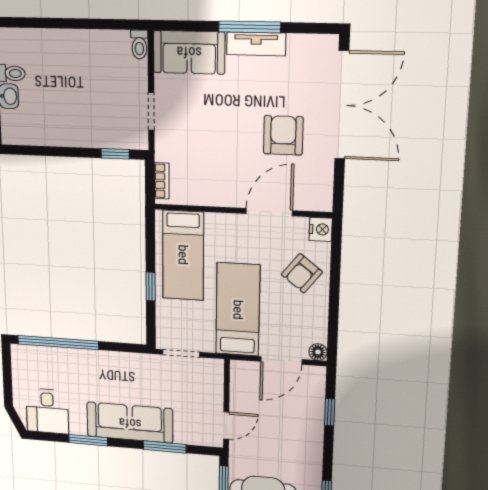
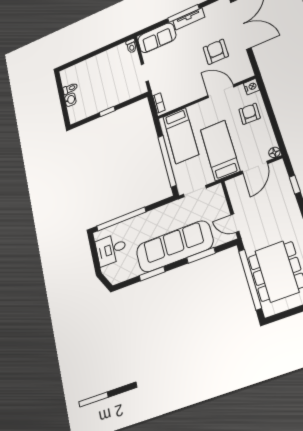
window: (115, 154) -> (107, 111), moved
door: (269, 212) -> (221, 91), hinge flipped
armchair: (302, 273) -> (249, 114), turned 144
window: (151, 286) -> (167, 161), width x3.17
desk: (47, 411) -> (111, 249), moved, turned 90
sofa: (130, 423) -> (174, 246), width x1.36, depth x1.27
door: (226, 426) -> (235, 223), swing flipped

